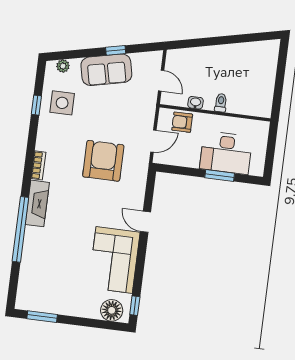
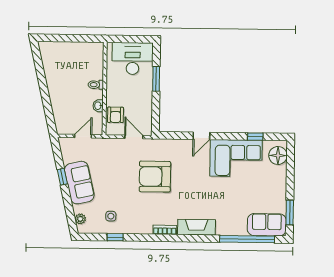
side table: (62, 103) -> (111, 216), width x0.54, depth x0.54
desk: (226, 153) -> (133, 59), moved, turned -90
window: (20, 229) -> (247, 239), moved
sofa: (31, 288) -> (267, 225), added
window: (135, 306) -> (255, 137), moved

